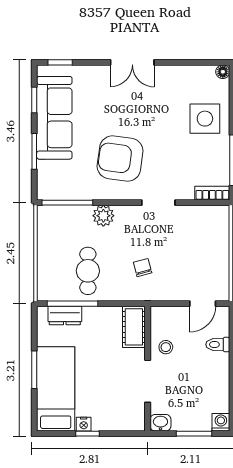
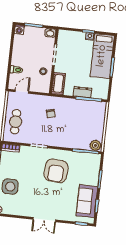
double door: (132, 62) -> (44, 220), swing flipped
sofa: (54, 118) -> (87, 201), width x0.73
armchair: (120, 159) -> (56, 171), turned 86
plant: (103, 216) -> (95, 145), moved
cafe table: (88, 271) -> (16, 122), moved
dresser: (65, 316) -> (82, 92), moved

